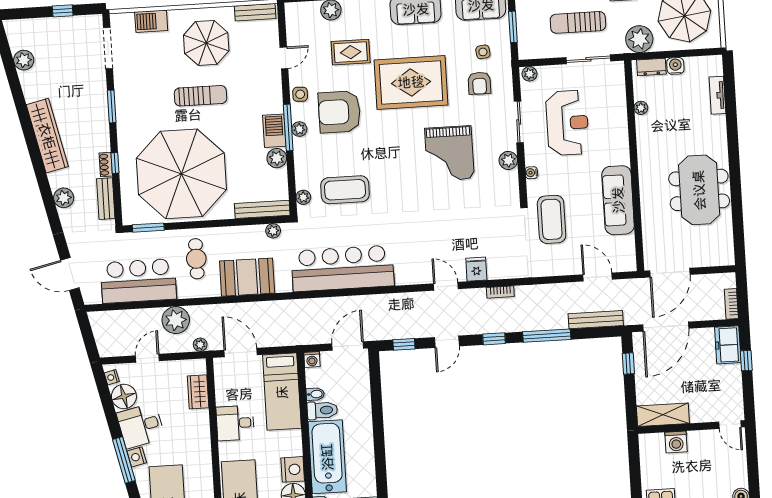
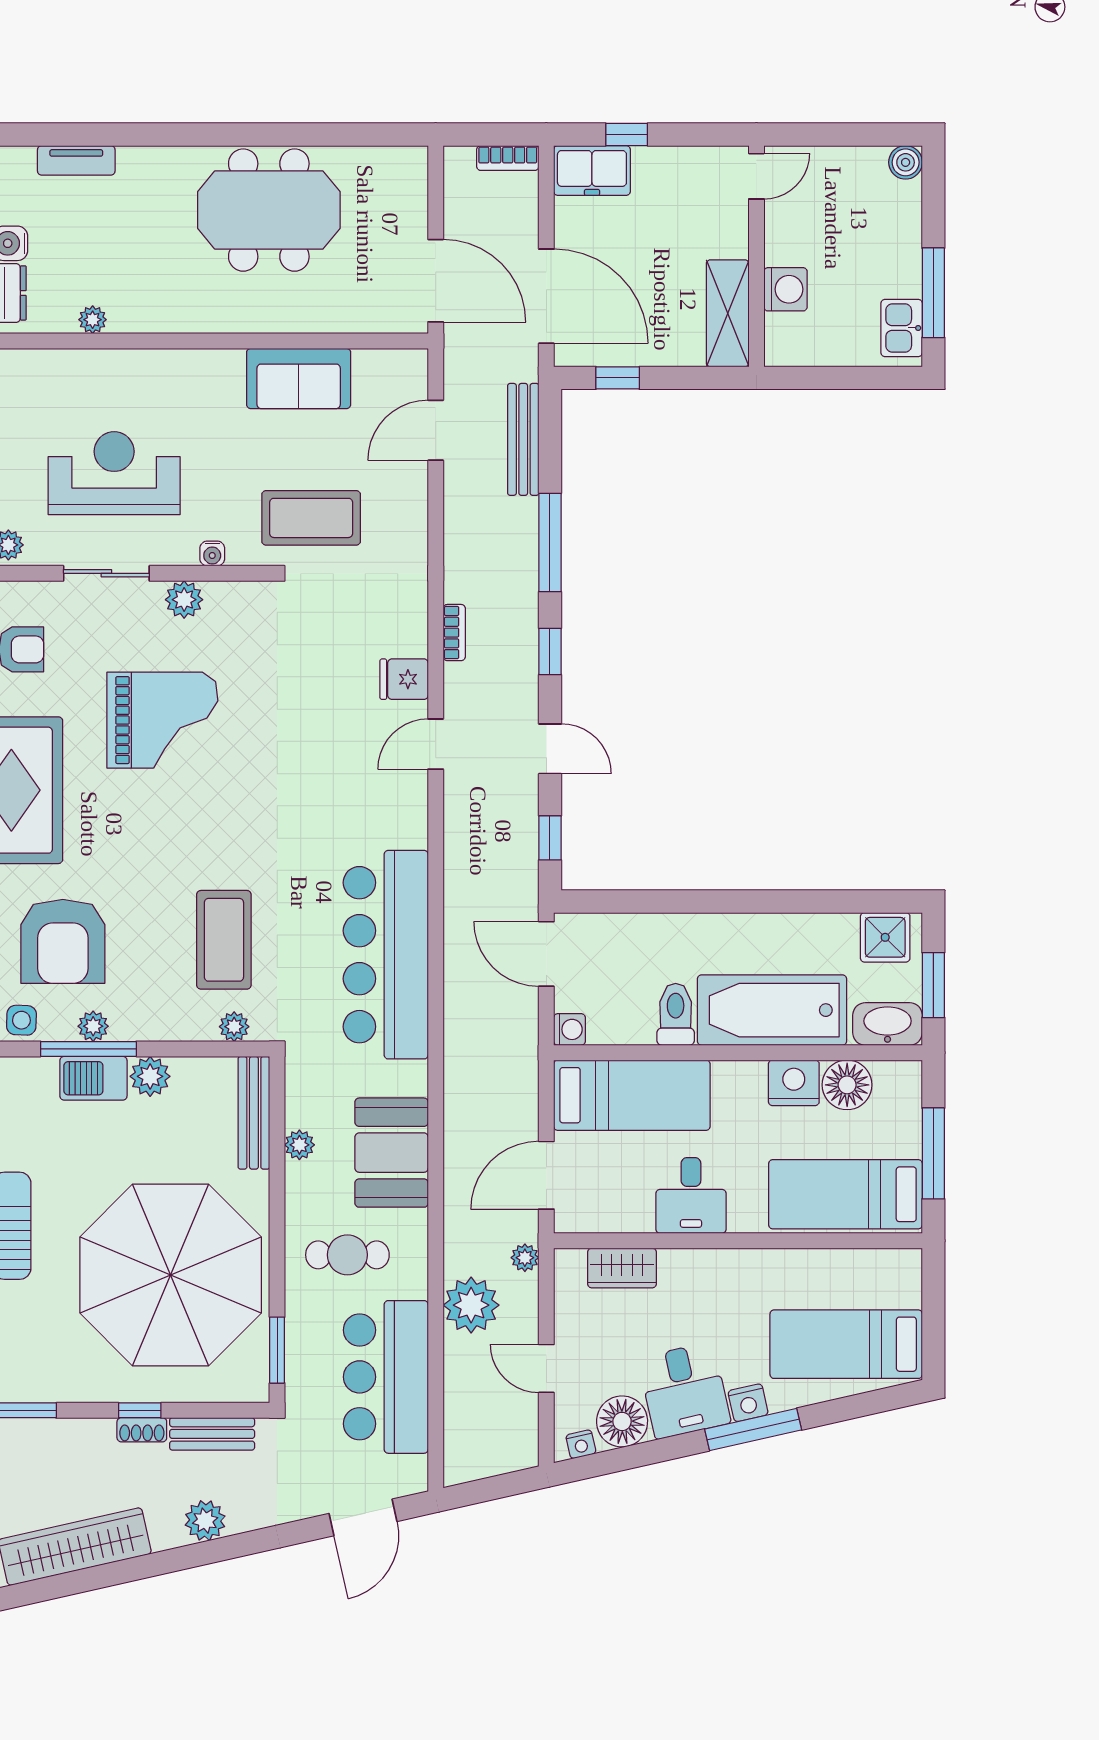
sofa: (618, 200) -> (299, 378), width x0.73
plant: (273, 231) -> (299, 1145), moved
bidet: (315, 394) -> (641, 1027), removed

